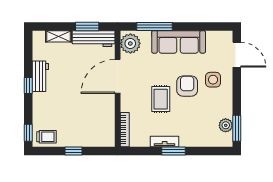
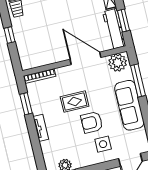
armchair: (187, 86) -> (92, 122), turned 180
tv unit: (165, 142) -> (41, 128), moved
window: (173, 151) -> (26, 104), moved

